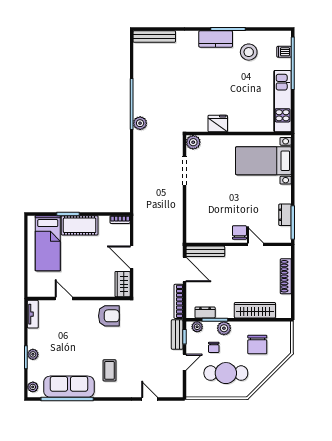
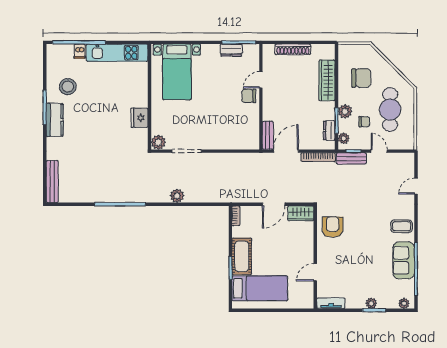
dishwasher: (284, 52) -> (80, 51), moved
plant: (140, 123) -> (177, 196), moved
bench: (205, 251) -> (268, 135), width x0.73
coffee table: (109, 370) -> (402, 226), moved
sofa: (69, 387) -> (404, 260), width x0.73

